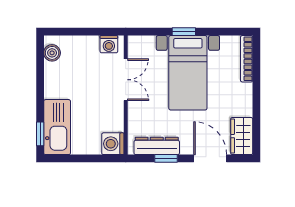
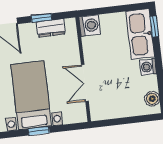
washing machine: (109, 44) -> (148, 67), moved, turned -90
dresser: (157, 146) -> (51, 28), width x0.70

